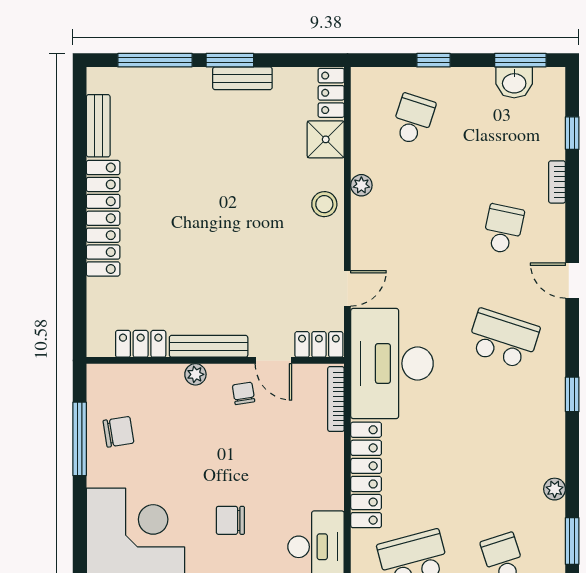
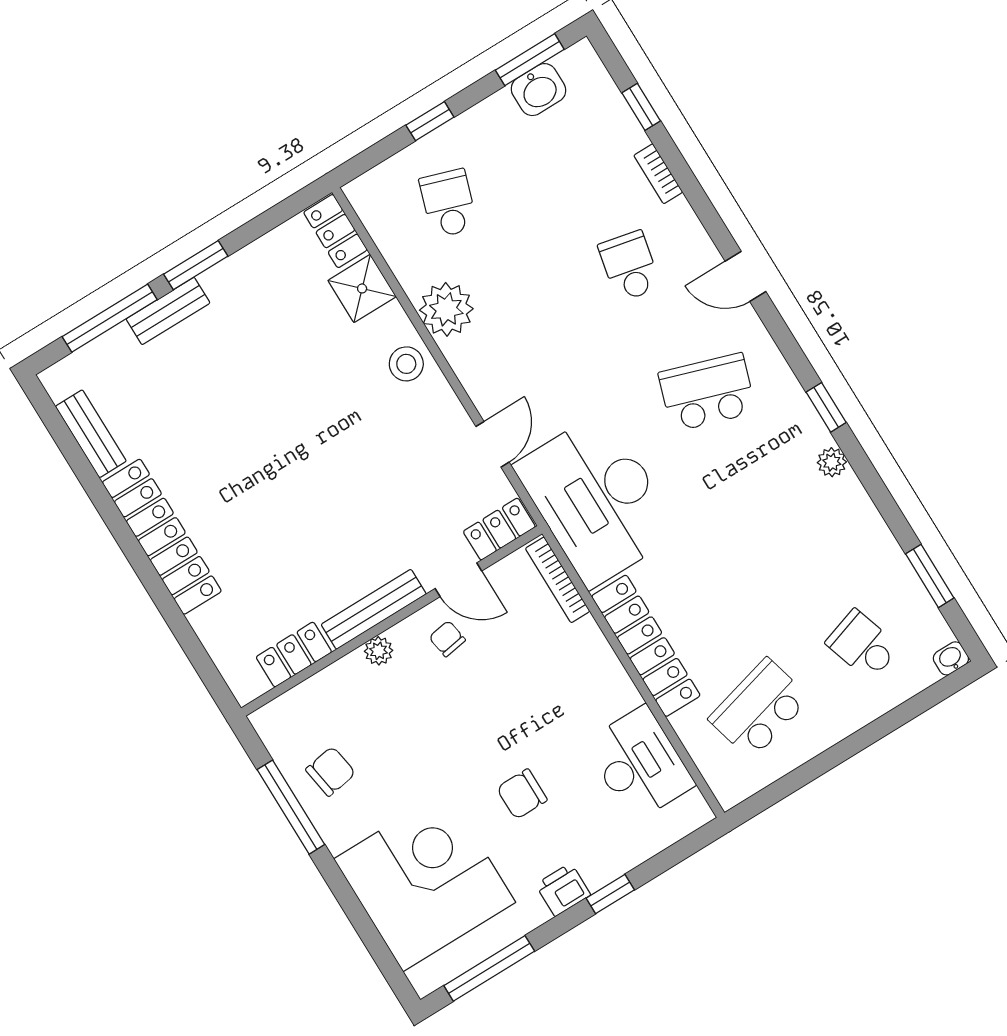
bench: (242, 78) -> (168, 311), moved
plant: (361, 185) -> (446, 309), width x1.88, depth x1.88
plant: (555, 489) -> (832, 462), moved

